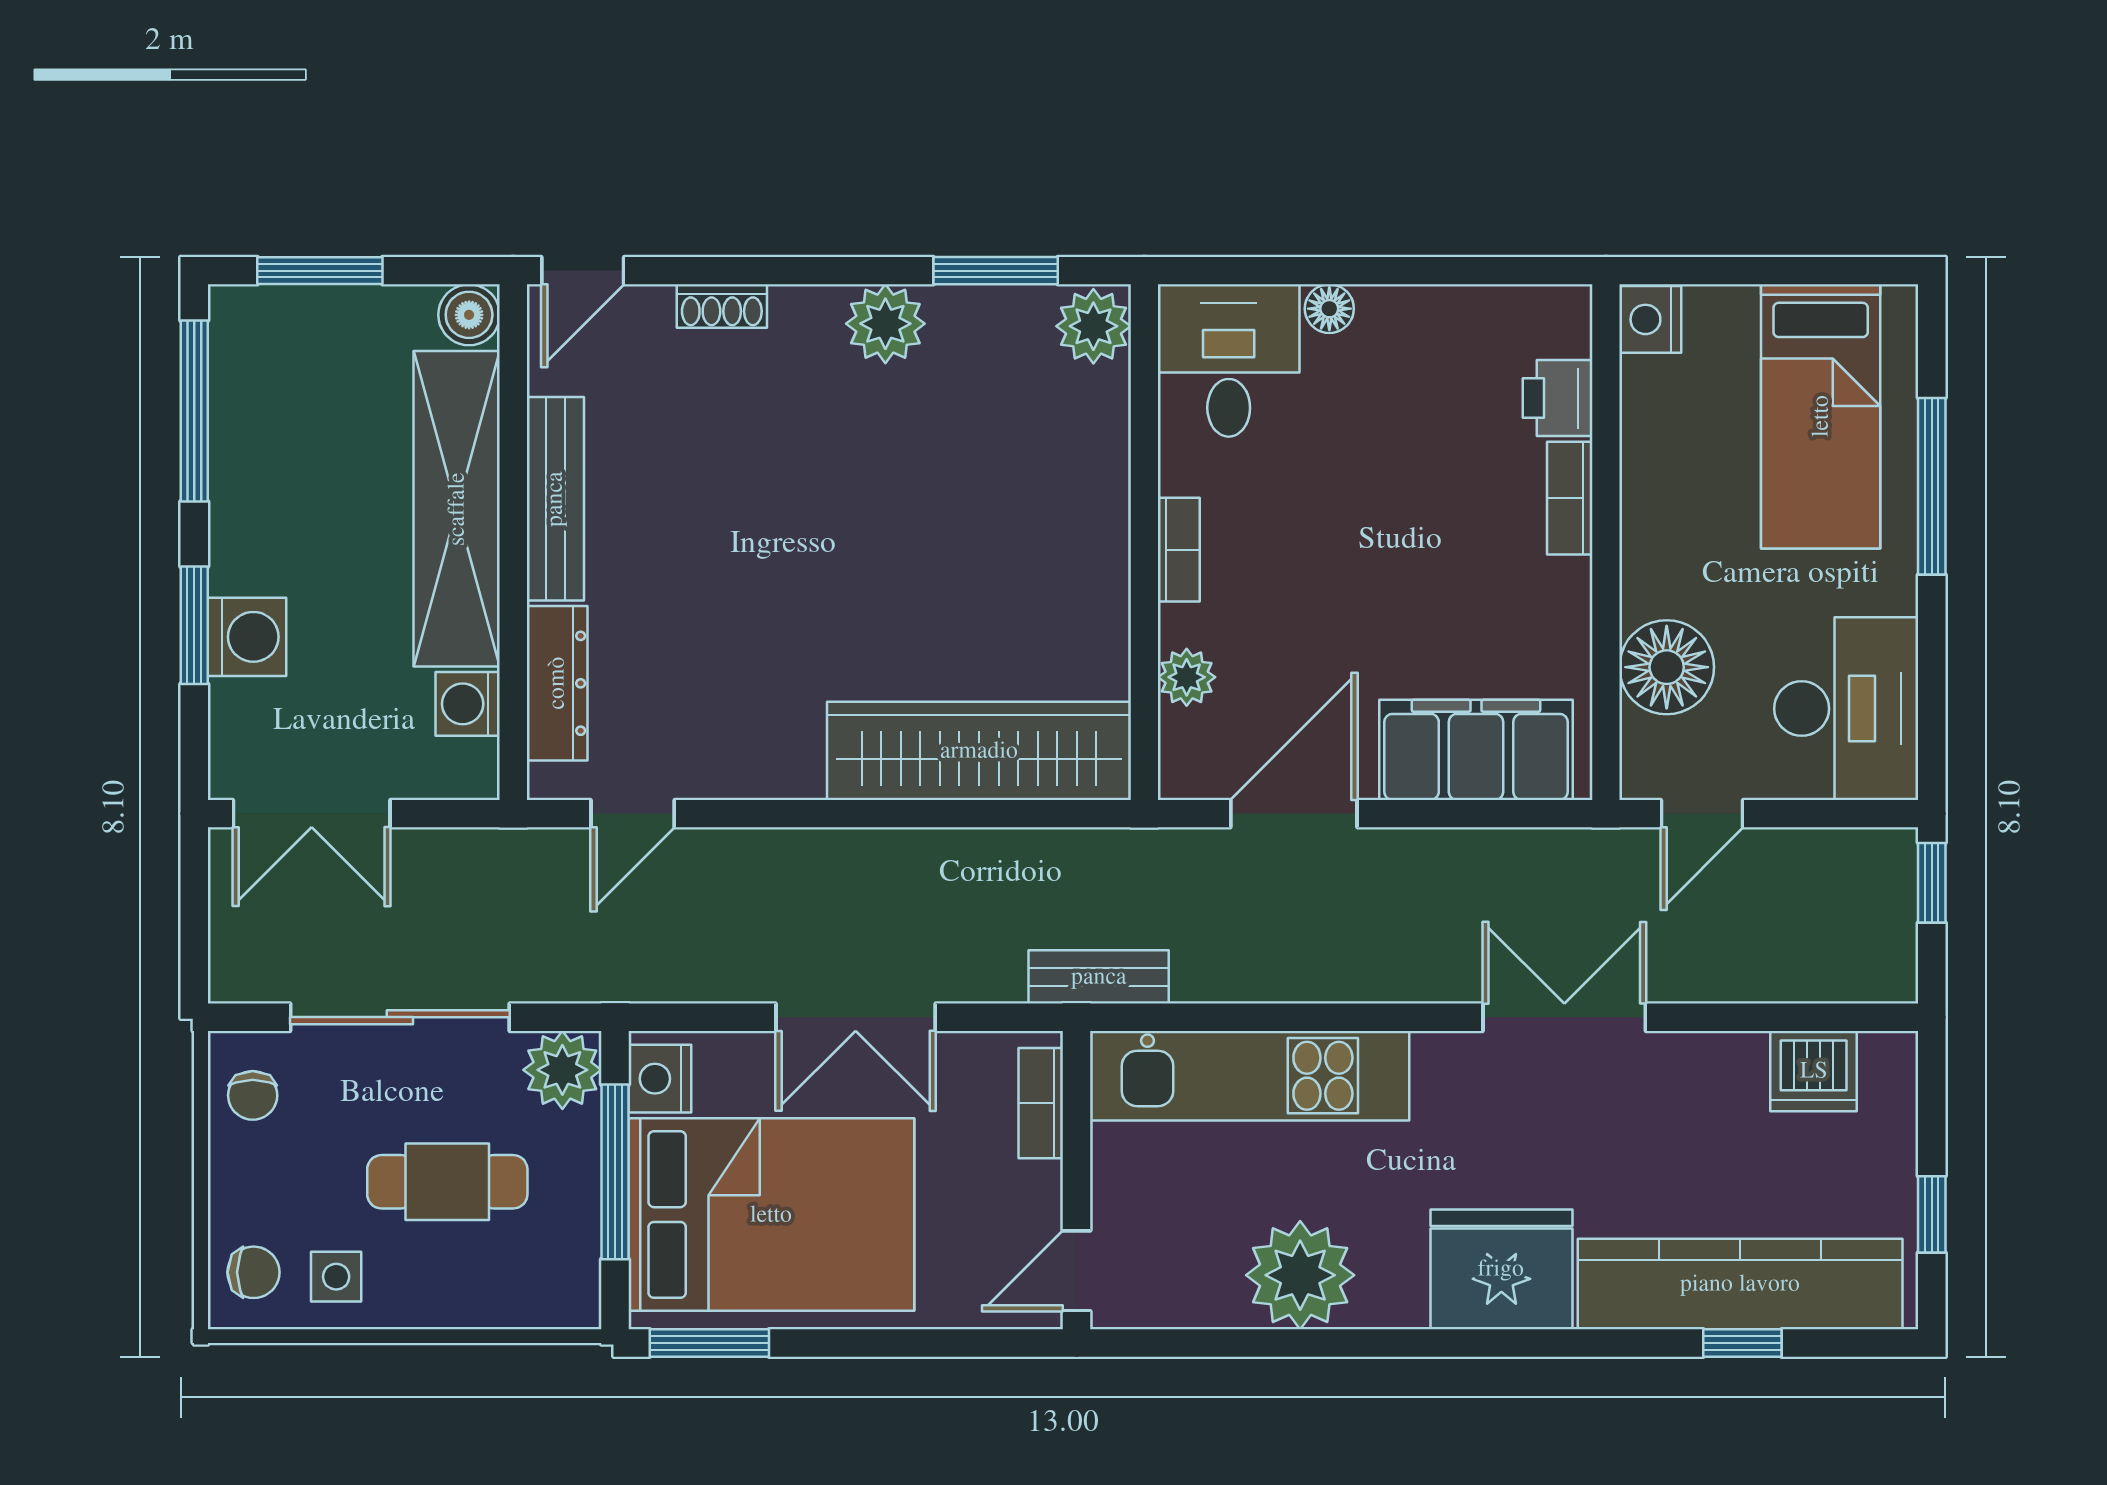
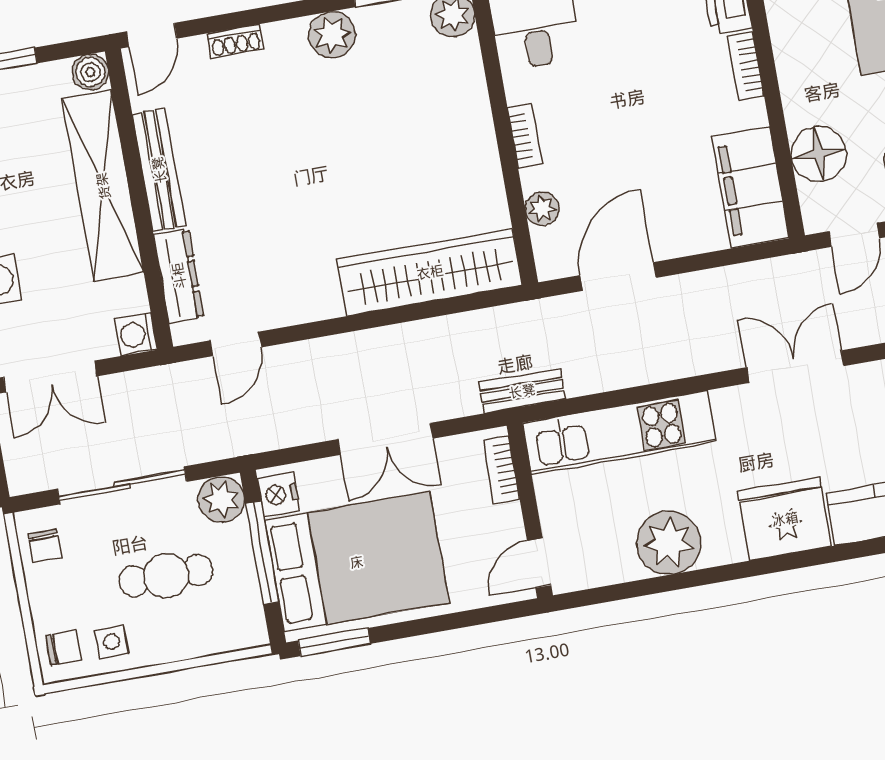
washing machine: (468, 704) -> (136, 334), moved
filing cabinet: (1476, 750) -> (750, 187), moved, turned -90

